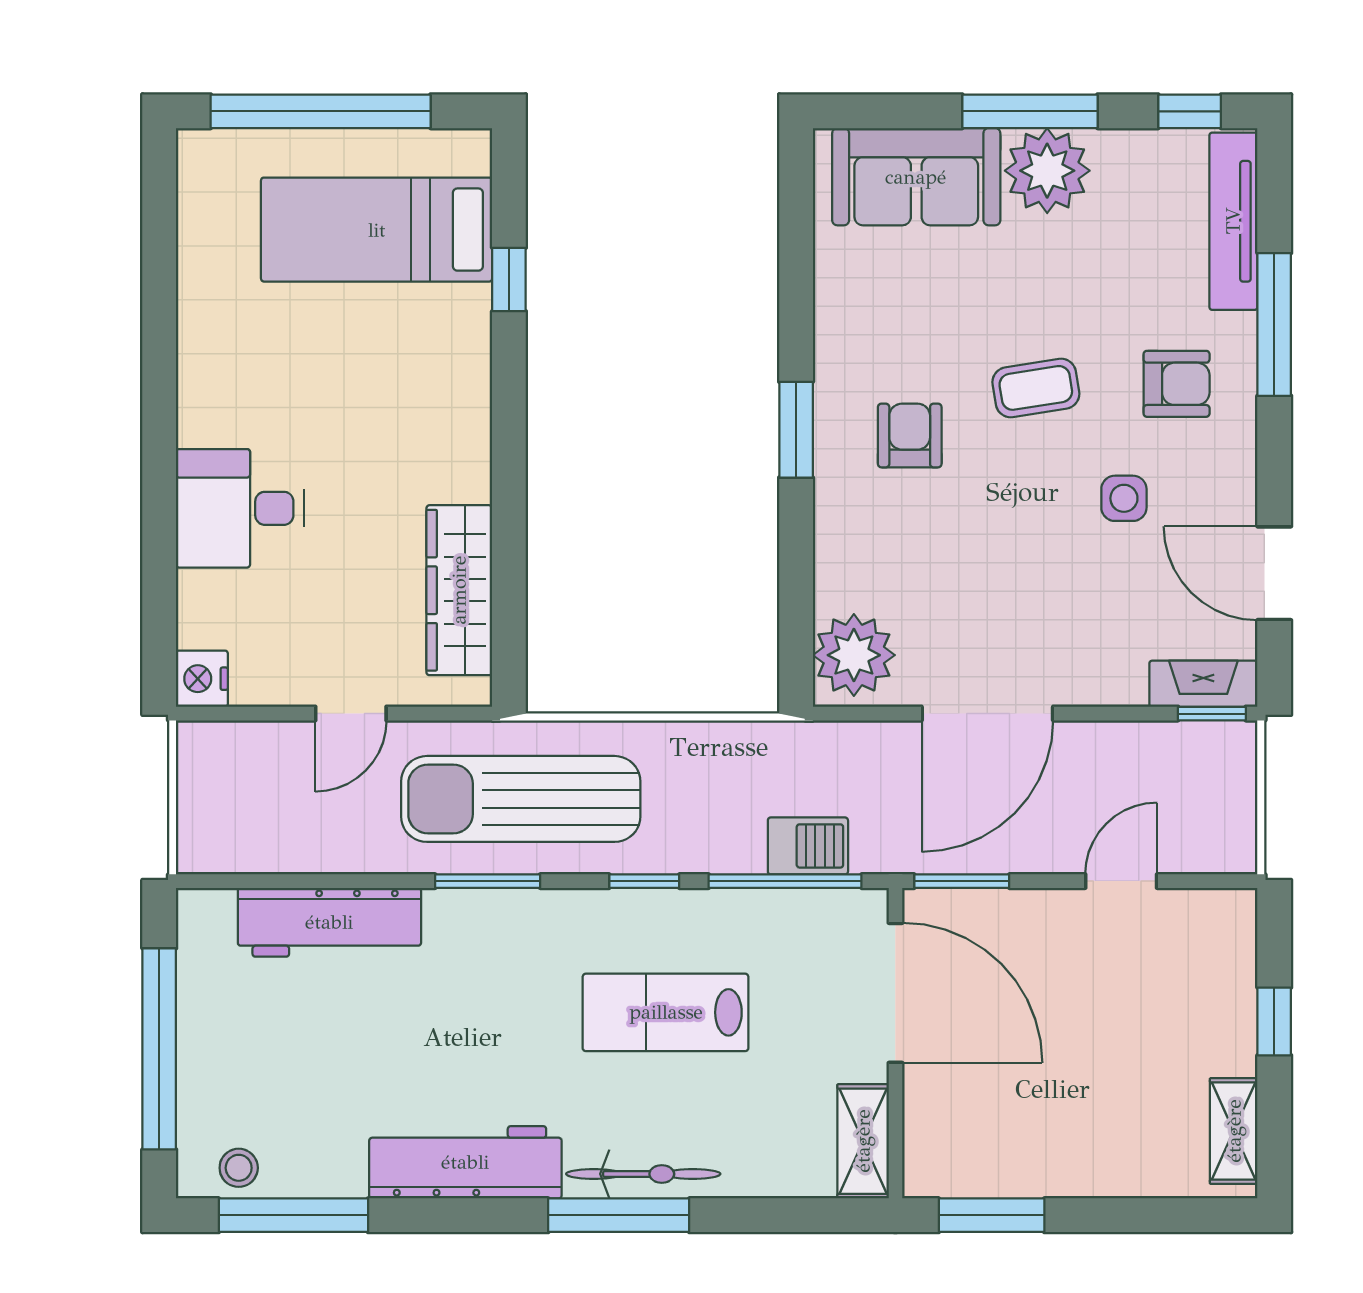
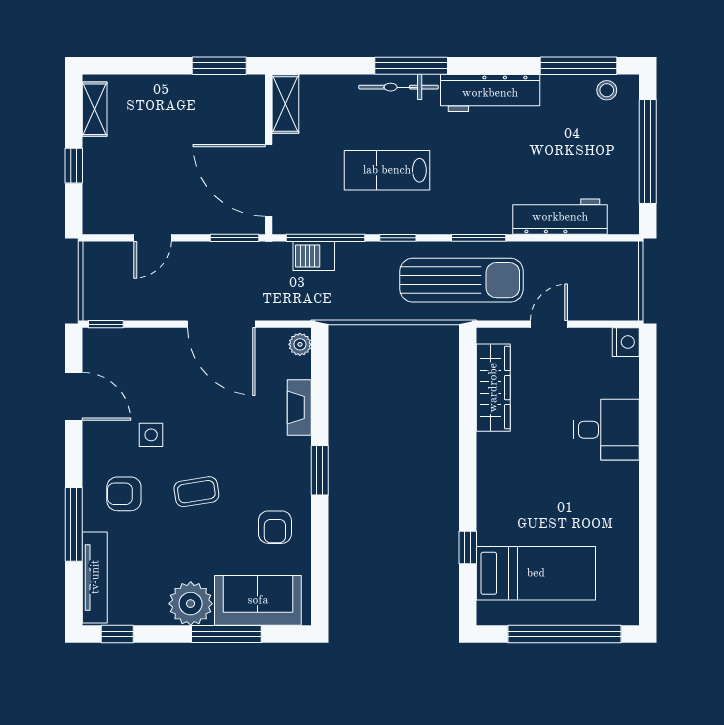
window: (1030, 111) -> (226, 634), moved
armchair: (910, 436) -> (275, 527), moved
plant: (854, 655) -> (300, 344), width x0.53, depth x0.53
fireplace: (1203, 684) -> (299, 408), moved, turned 90
door: (987, 714) -> (221, 324), swing flipped
lab bench: (666, 1012) -> (387, 170), turned 180

